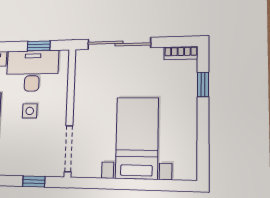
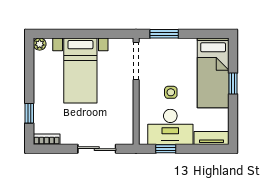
sliding door: (119, 44) -> (97, 149), width x0.73
plant: (189, 172) -> (40, 44), added
window: (34, 181) -> (164, 34), width x1.50

